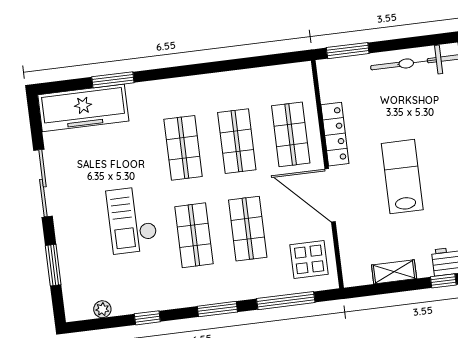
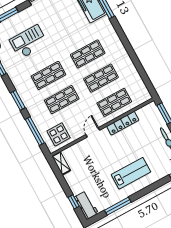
lab bench: (402, 177) -> (131, 173), moved
door: (330, 195) -> (93, 132), width x0.53
checkout: (132, 220) -> (29, 42), moved
shelving: (394, 272) -> (61, 163), moved

